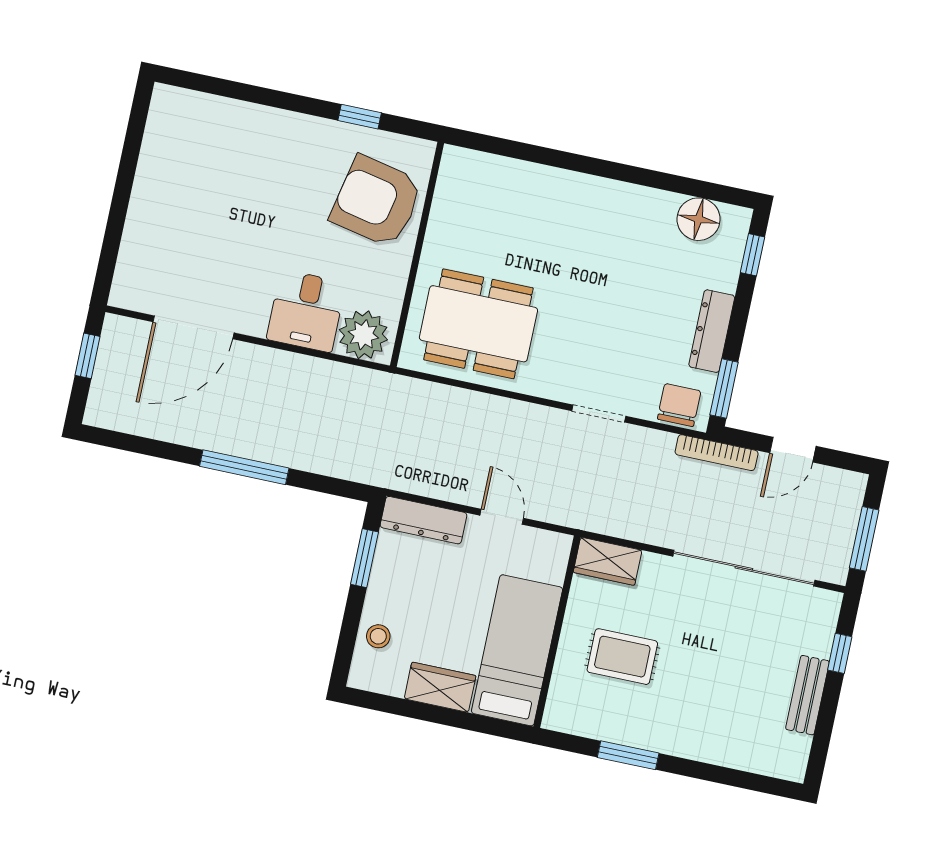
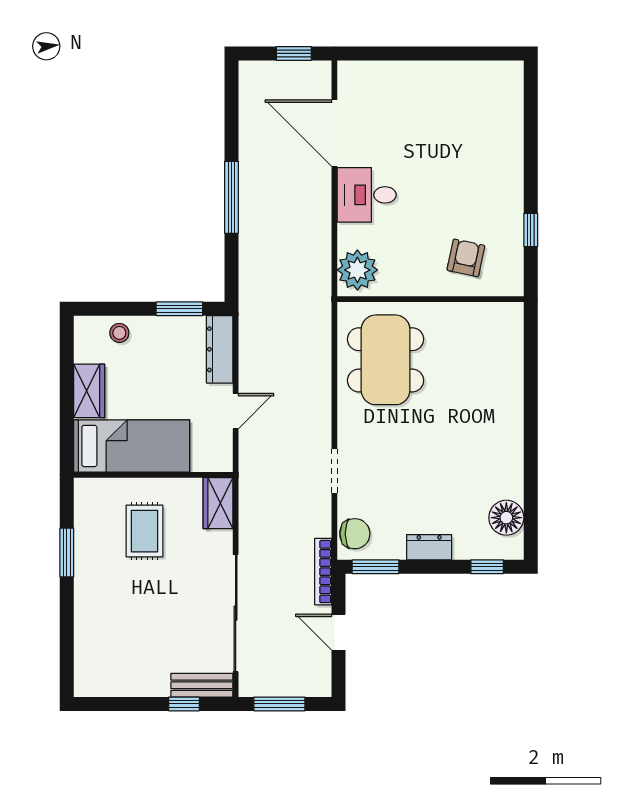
armchair: (377, 201) -> (466, 258), width x0.53, depth x0.53
desk: (306, 311) -> (367, 195), moved
dresser: (712, 331) -> (429, 547), width x0.70
bench: (807, 695) -> (202, 685), moved

